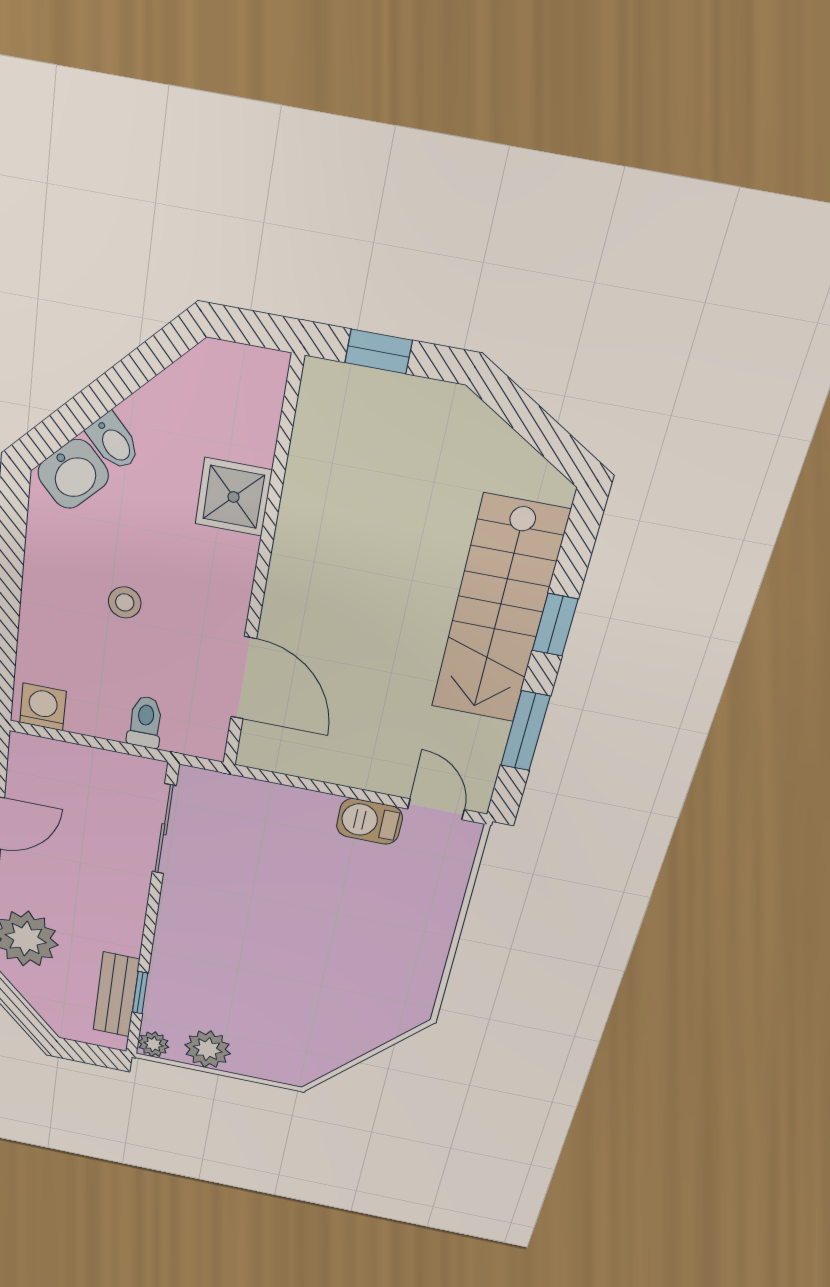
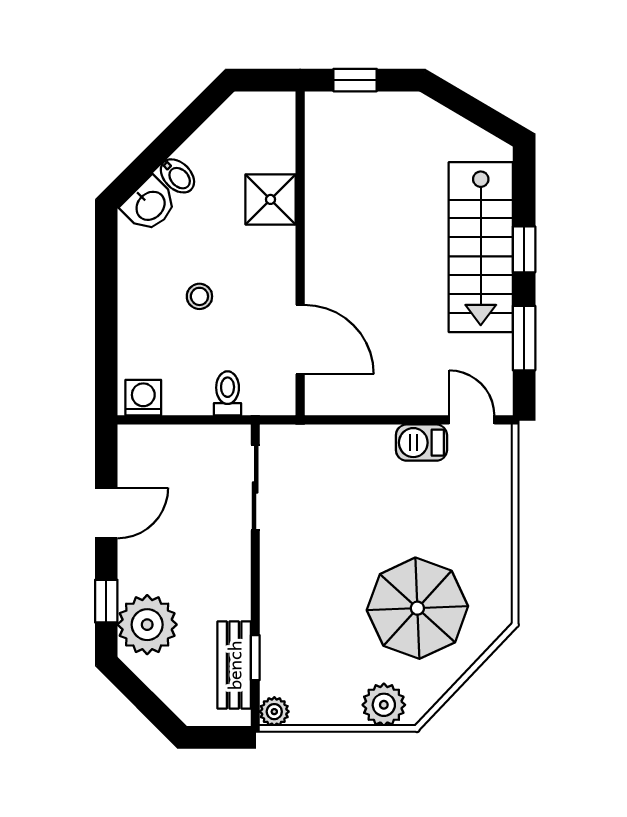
parasol: (328, 984) -> (417, 608), added
plant: (208, 1049) -> (384, 705), moved

